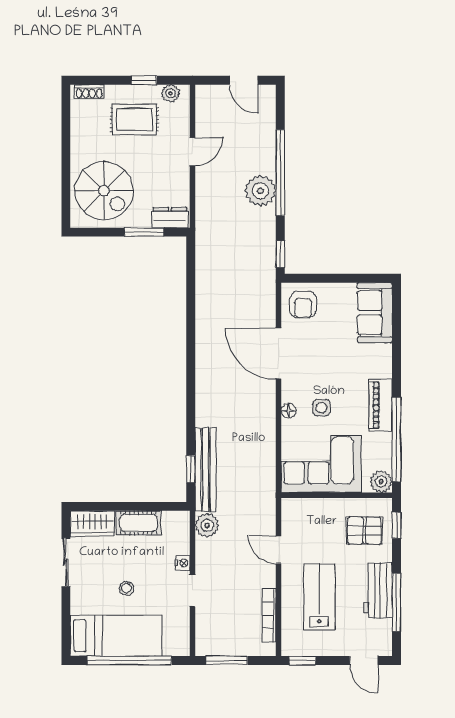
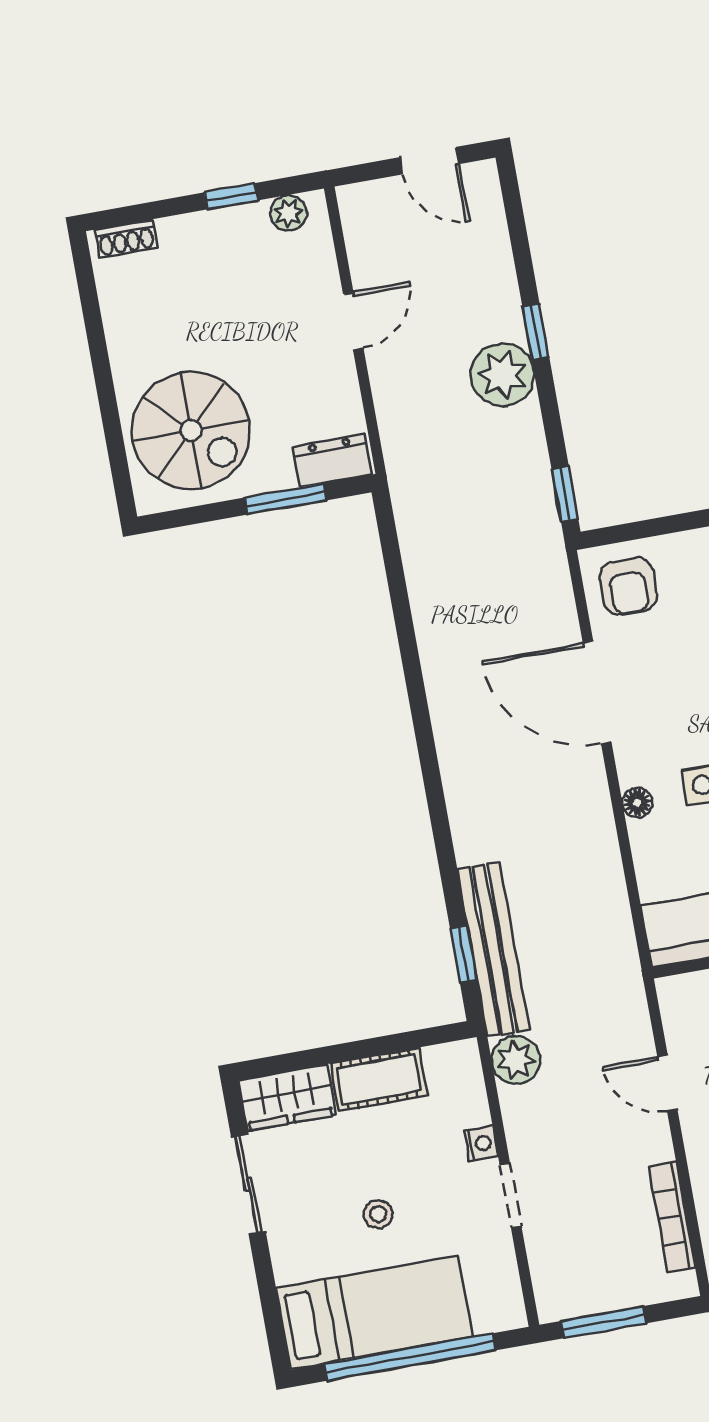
rug: (134, 119) -> (226, 278), removed
window: (280, 173) -> (536, 332), width x0.32

